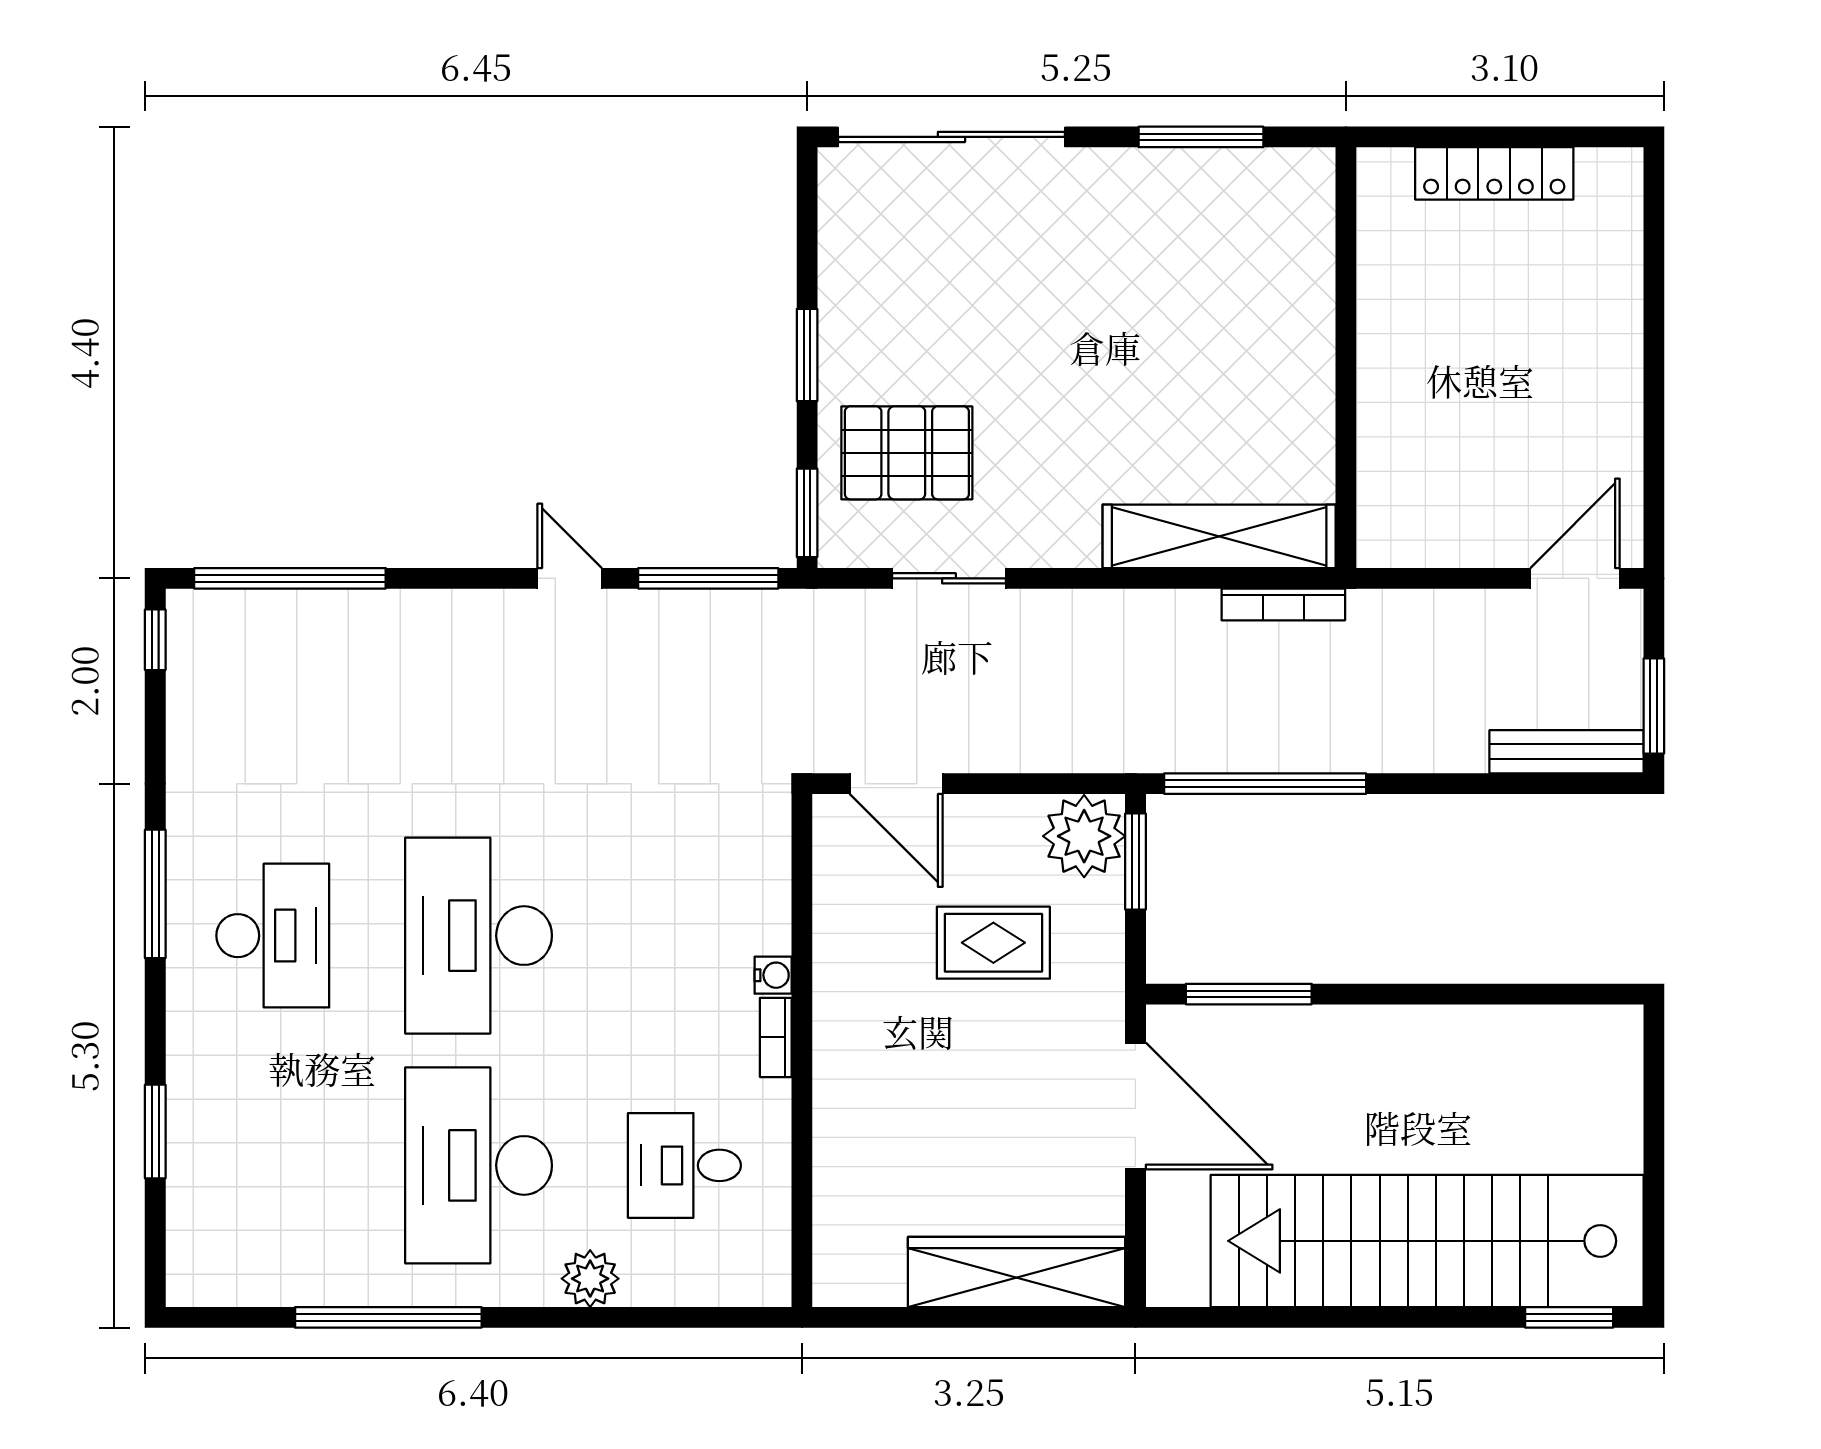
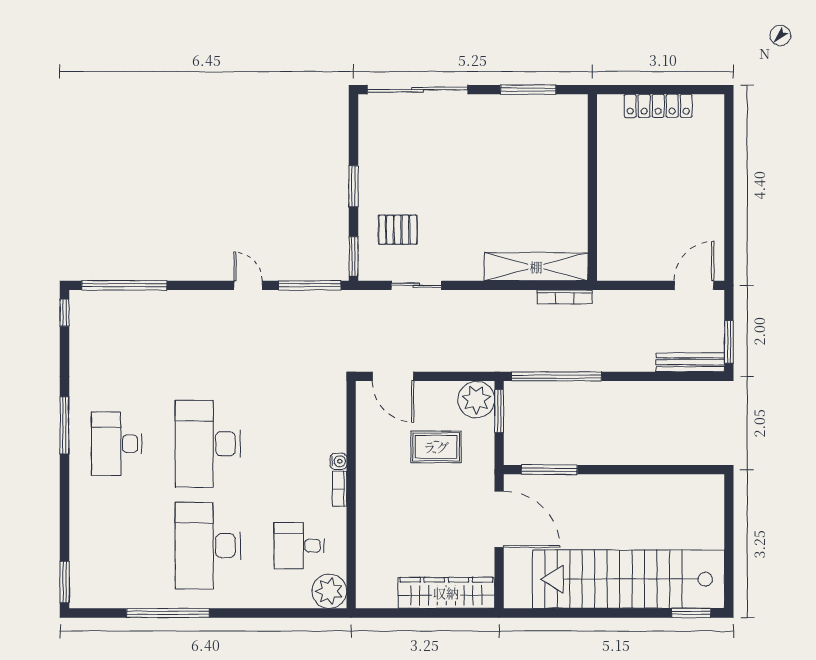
pallet: (907, 453) -> (398, 230), width x0.67, depth x0.71
desk: (273, 936) -> (117, 444), turned 180
window: (155, 1132) -> (64, 582), moved
plant: (590, 1279) -> (329, 591), moved, width x1.36, depth x1.36

